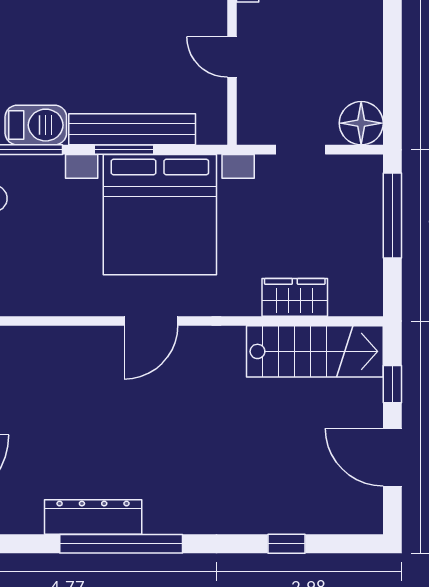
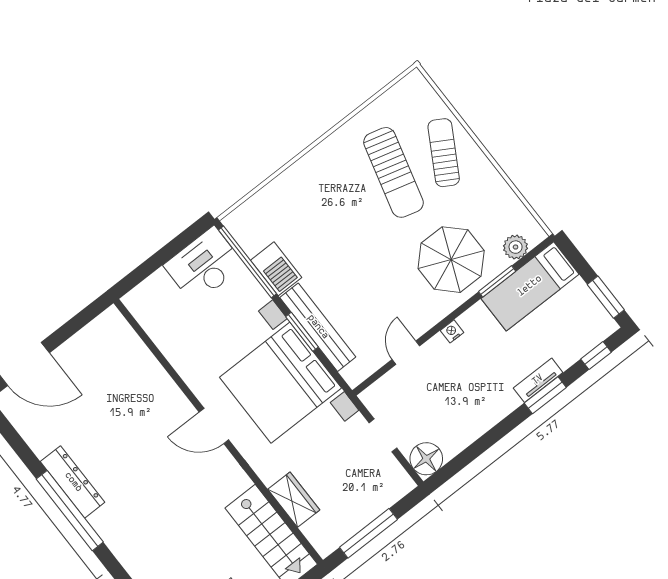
window: (392, 215) -> (368, 533), moved

